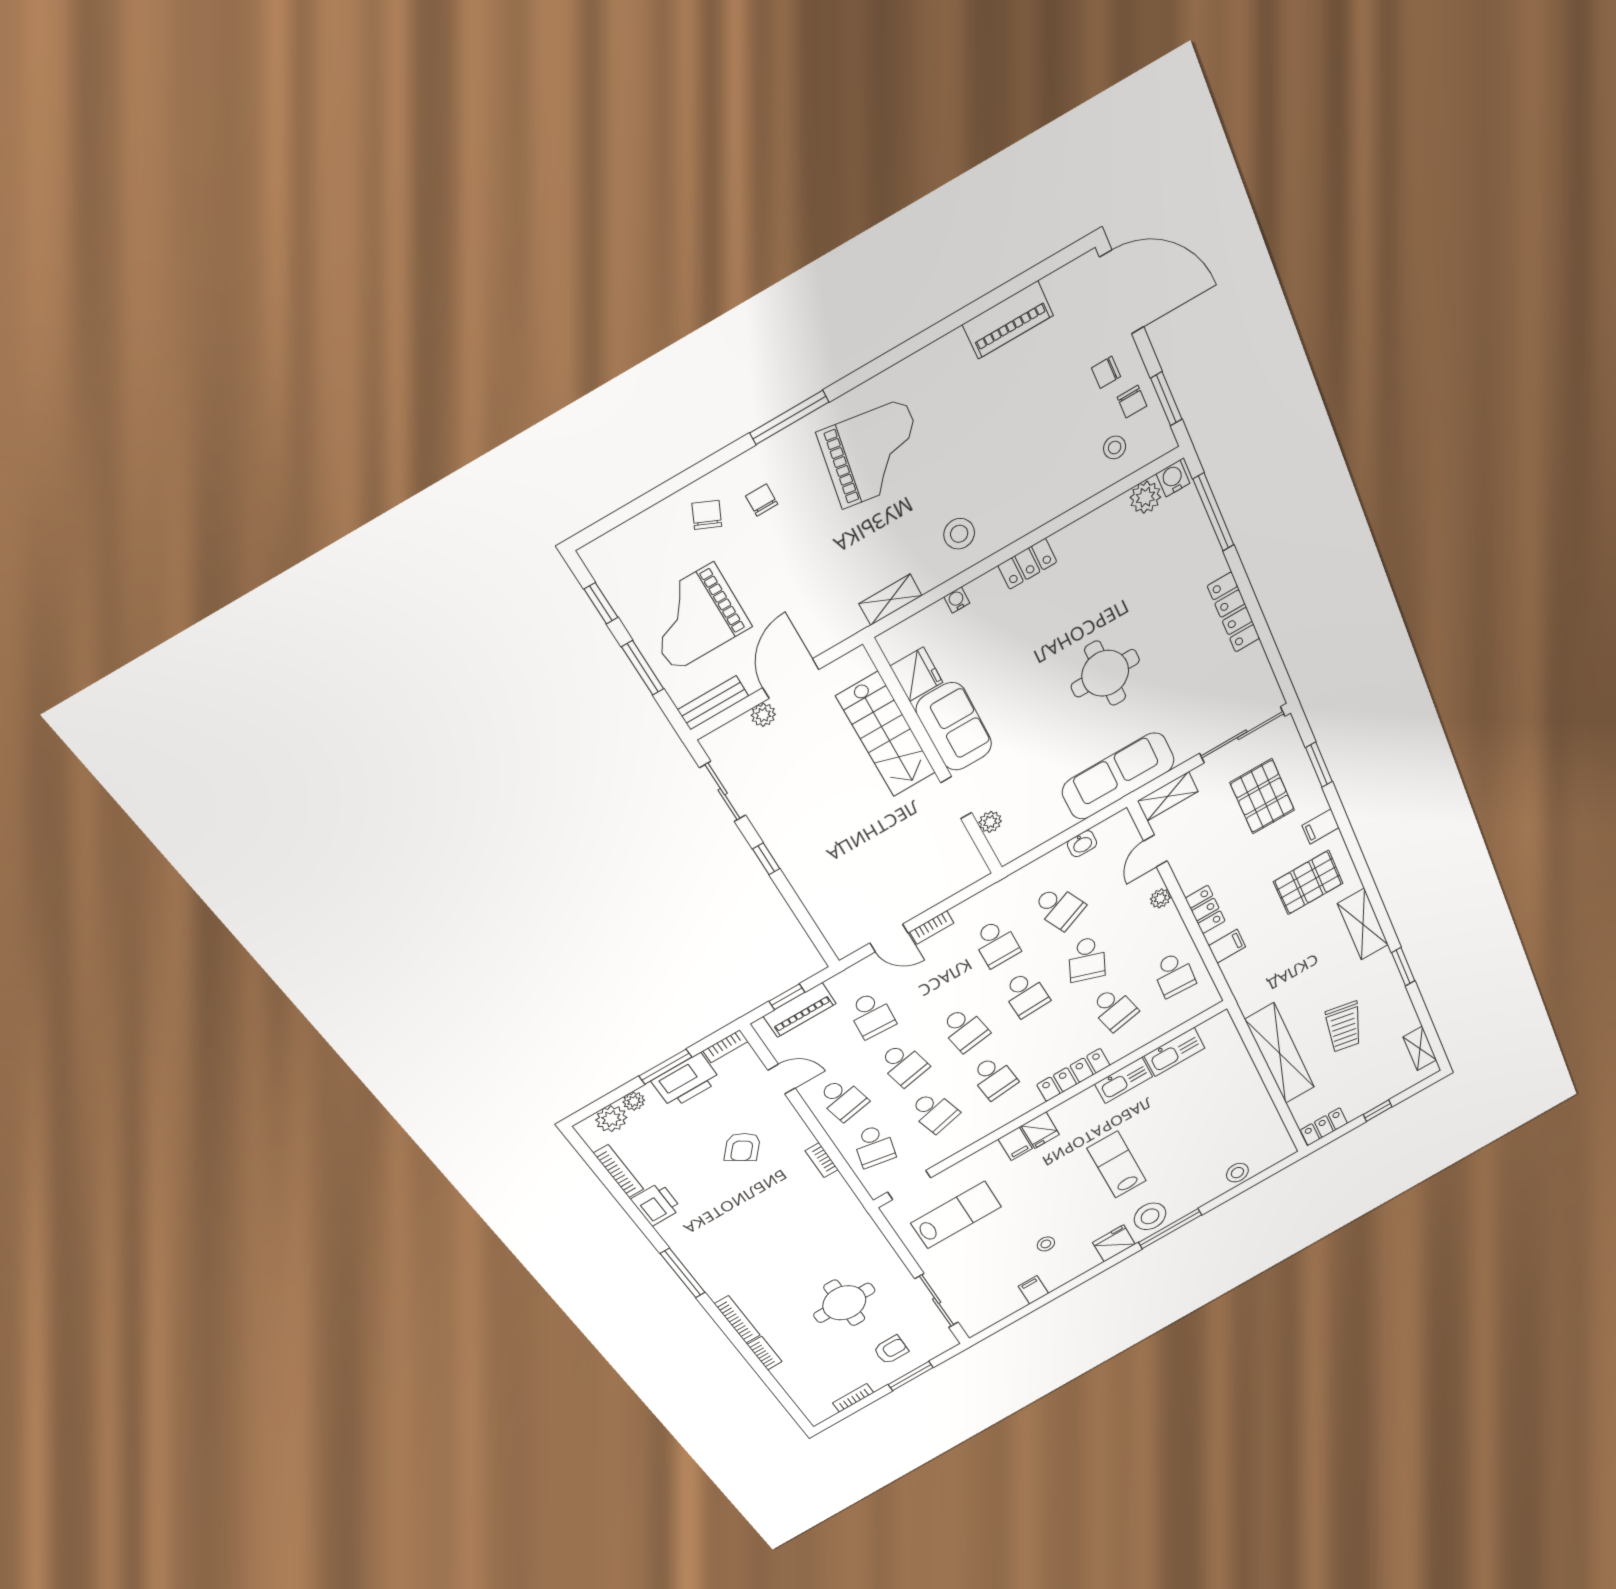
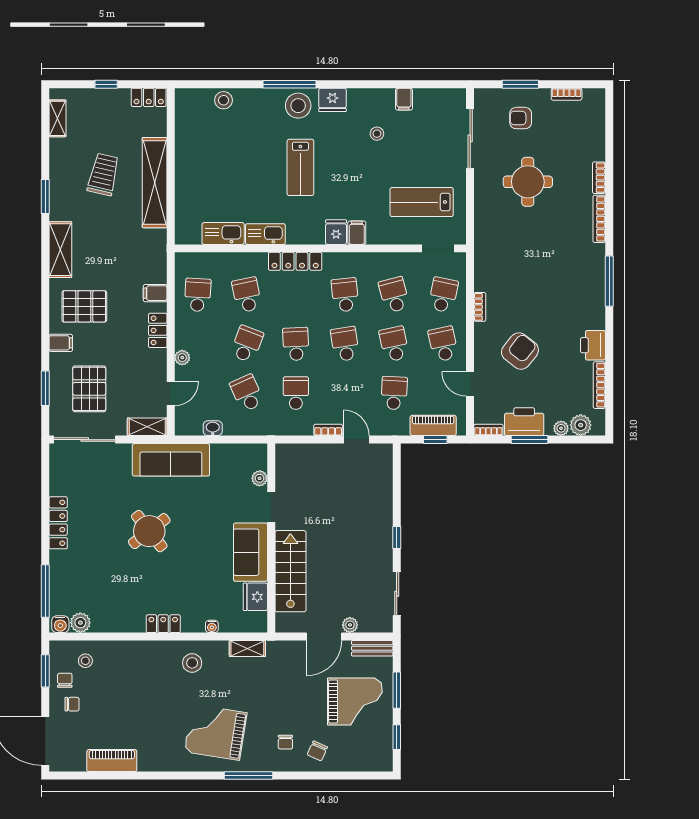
round table: (1105, 673) -> (149, 531), turned -38
armchair: (742, 1147) -> (520, 351), width x1.38, depth x1.38

